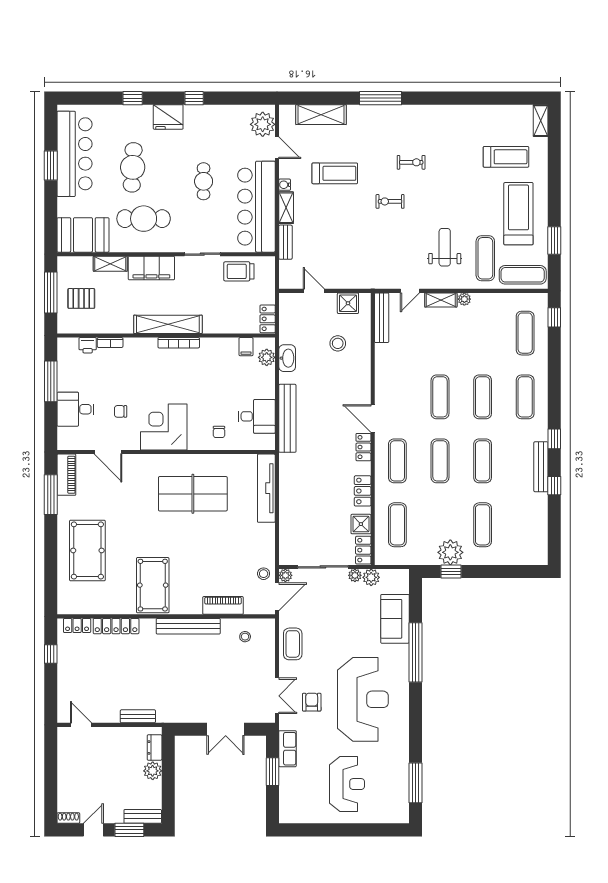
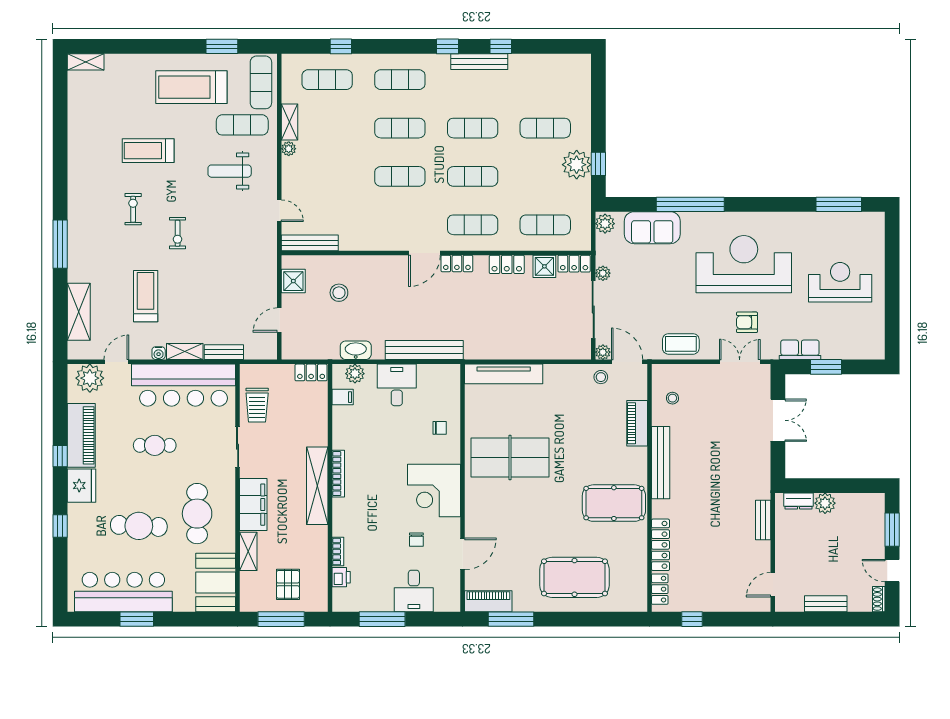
piano: (212, 117) -> (81, 435), added
treadmill: (506, 157) -> (148, 151), moved, turned -90
shelving: (441, 300) -> (290, 122), moved
window: (554, 317) -> (341, 46), moved
desk: (257, 416) -> (397, 385), moved
table tennis table: (193, 494) -> (510, 457), turned 90
plant: (371, 577) -> (605, 224), moved
bench: (143, 816) -> (826, 604), moved, turned 90

